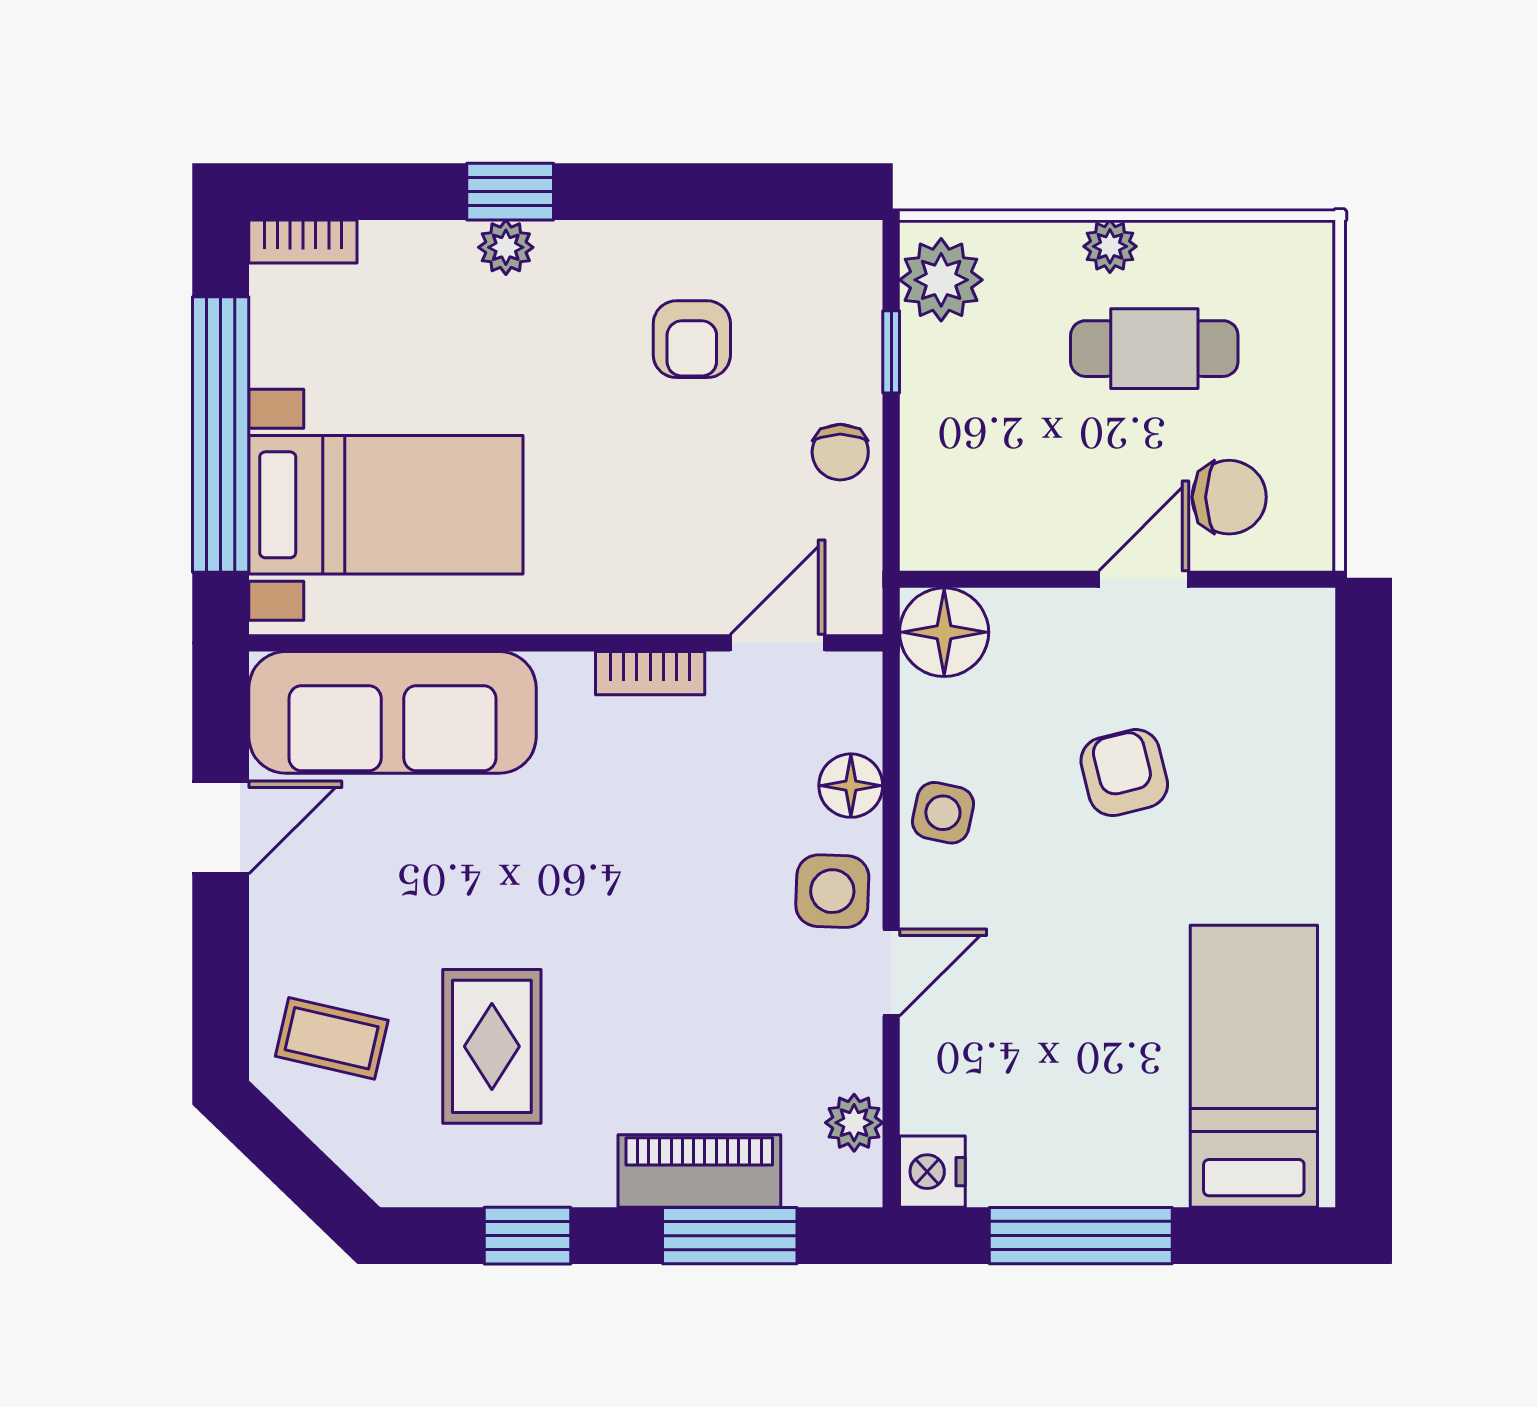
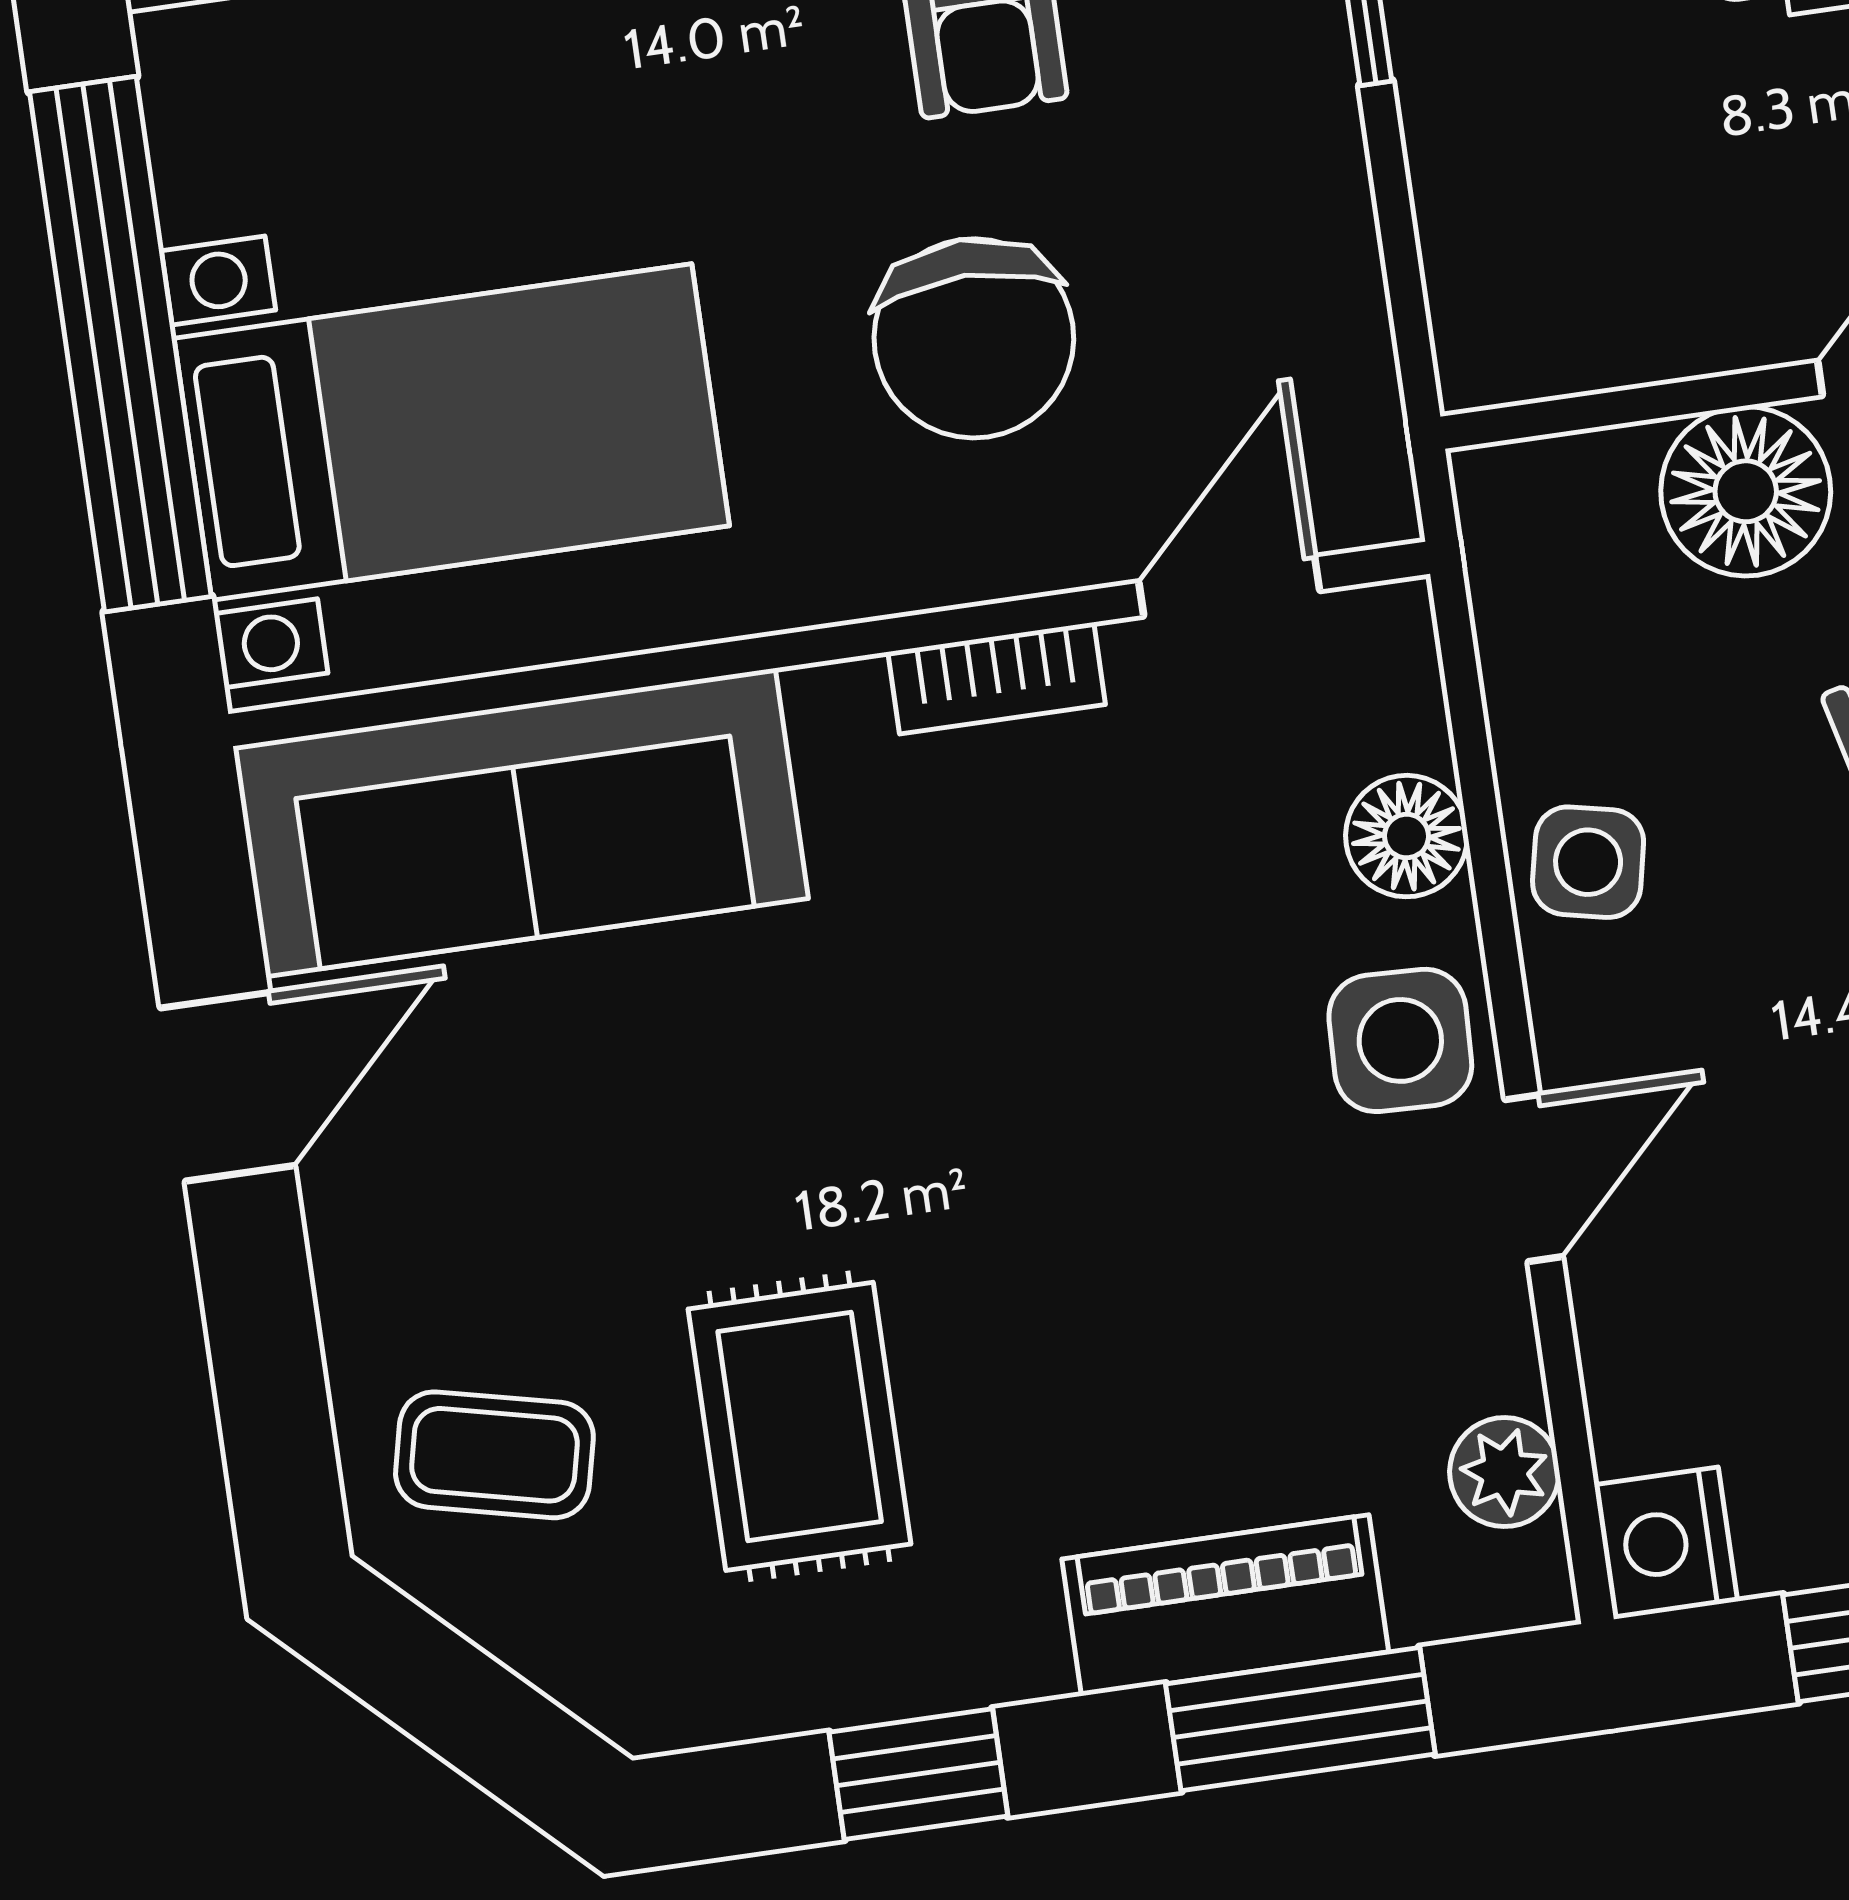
chair: (840, 452) -> (974, 338), moved, width x1.87, depth x1.87
floor lamp: (944, 632) -> (1746, 491), moved

